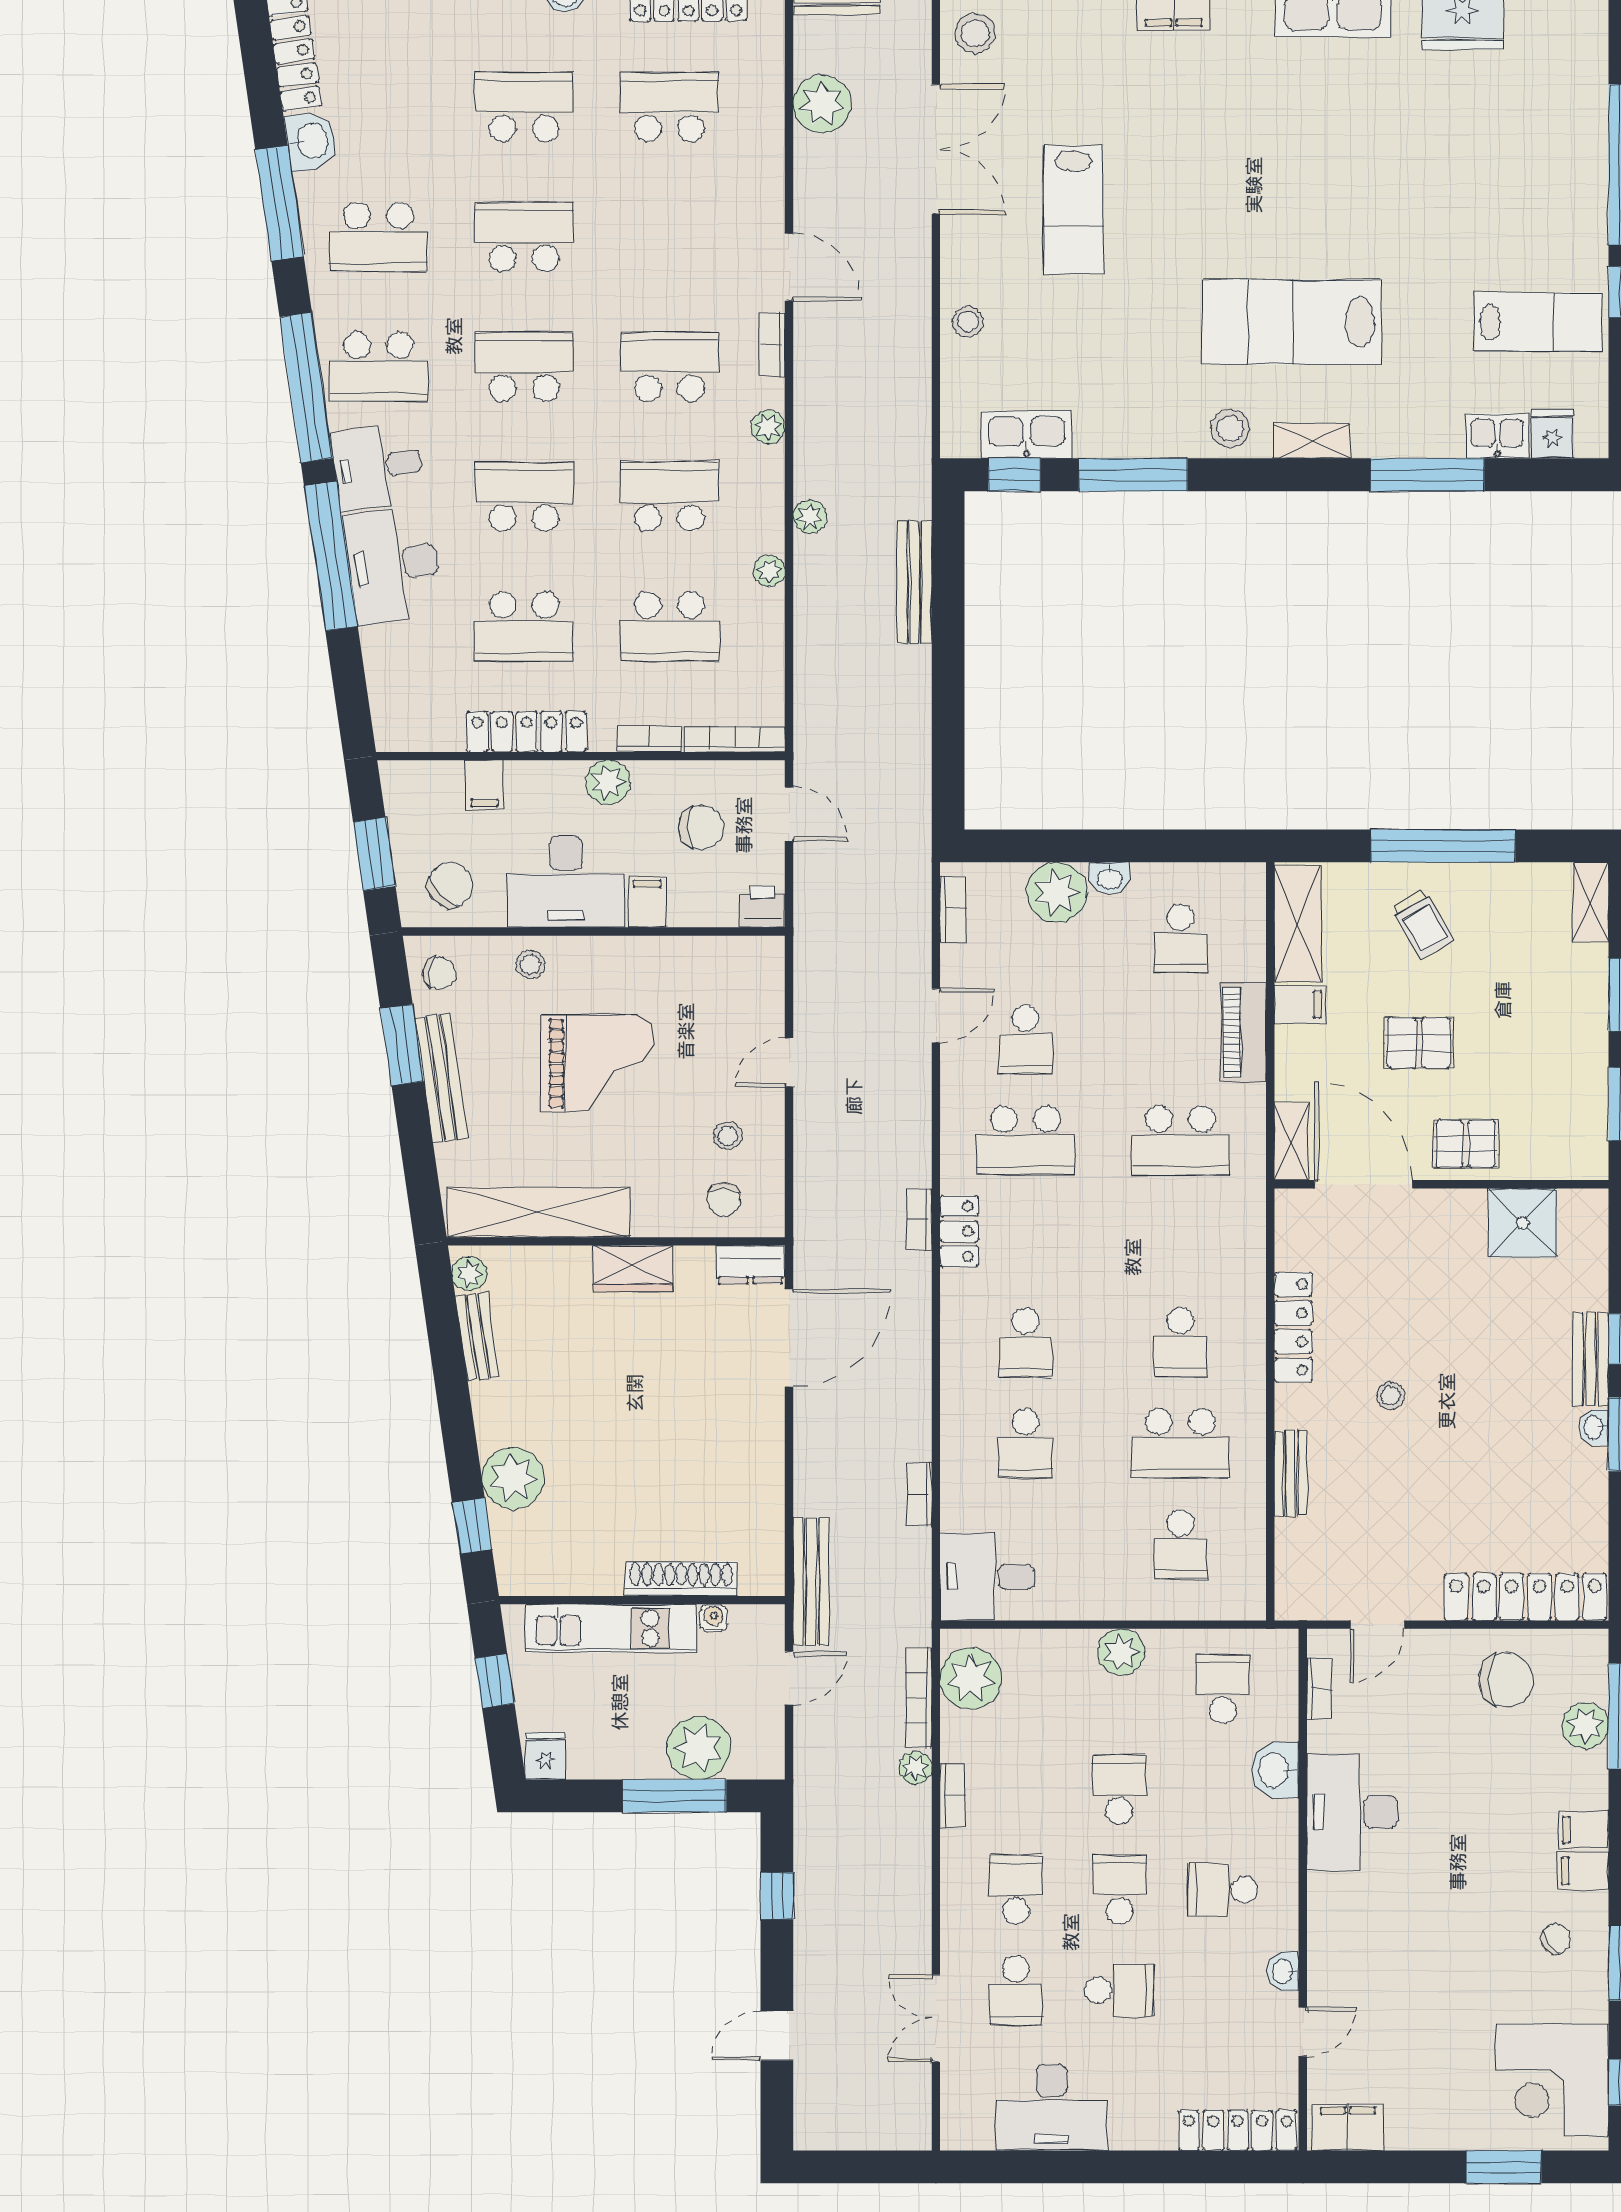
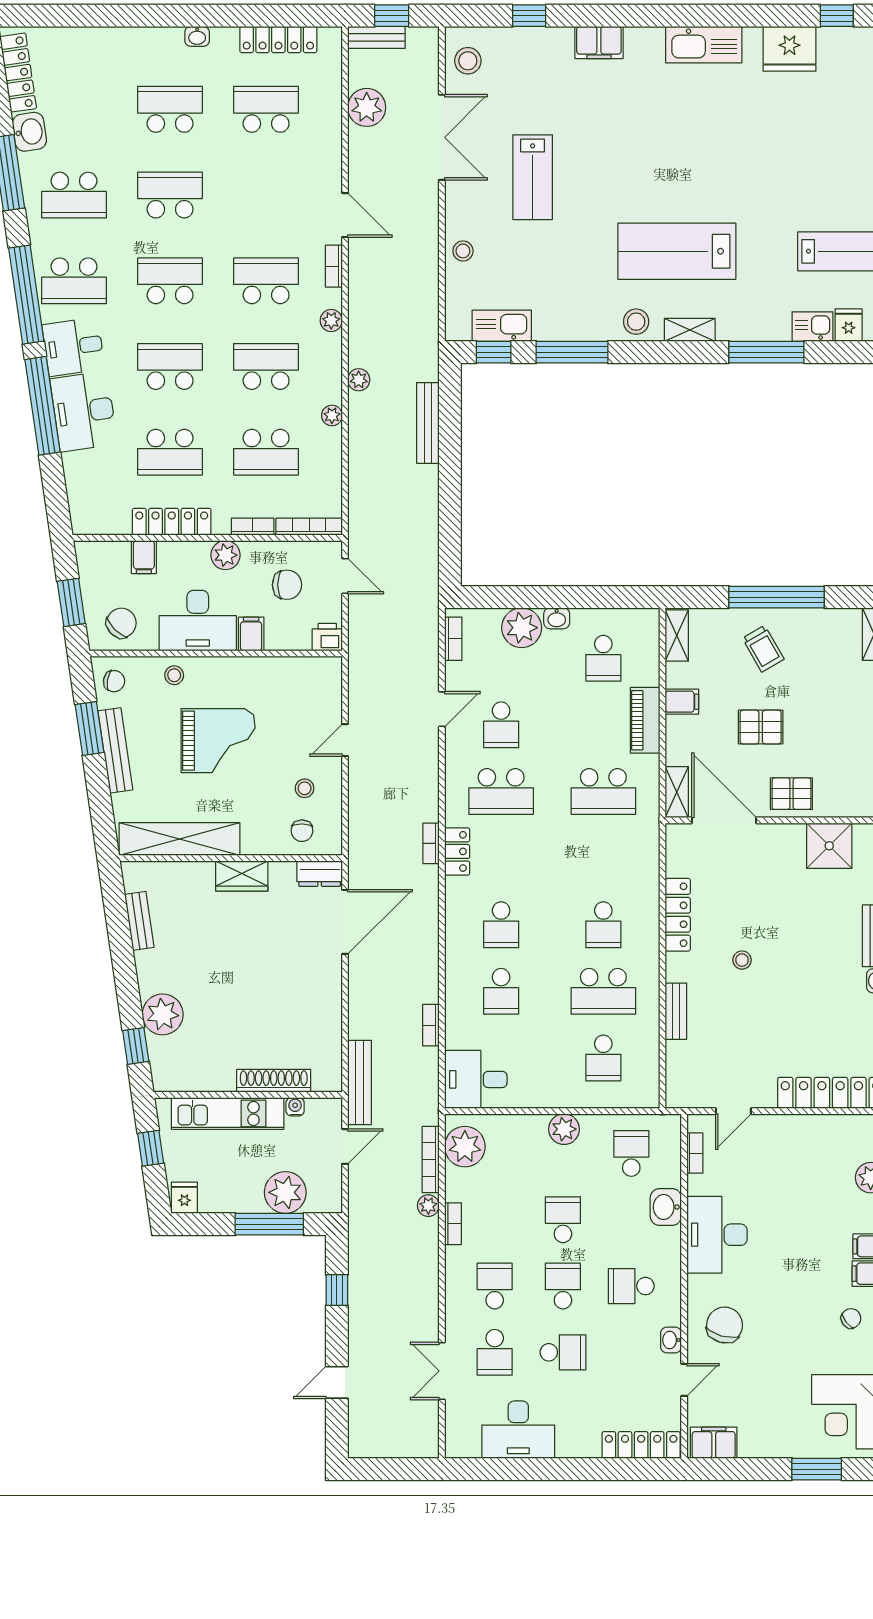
shelving: (1298, 924) -> (677, 636), width x0.67, depth x0.75
plant: (469, 1274) -> (134, 879), removed
chair: (1506, 1680) -> (725, 1325), moved, turned -74

